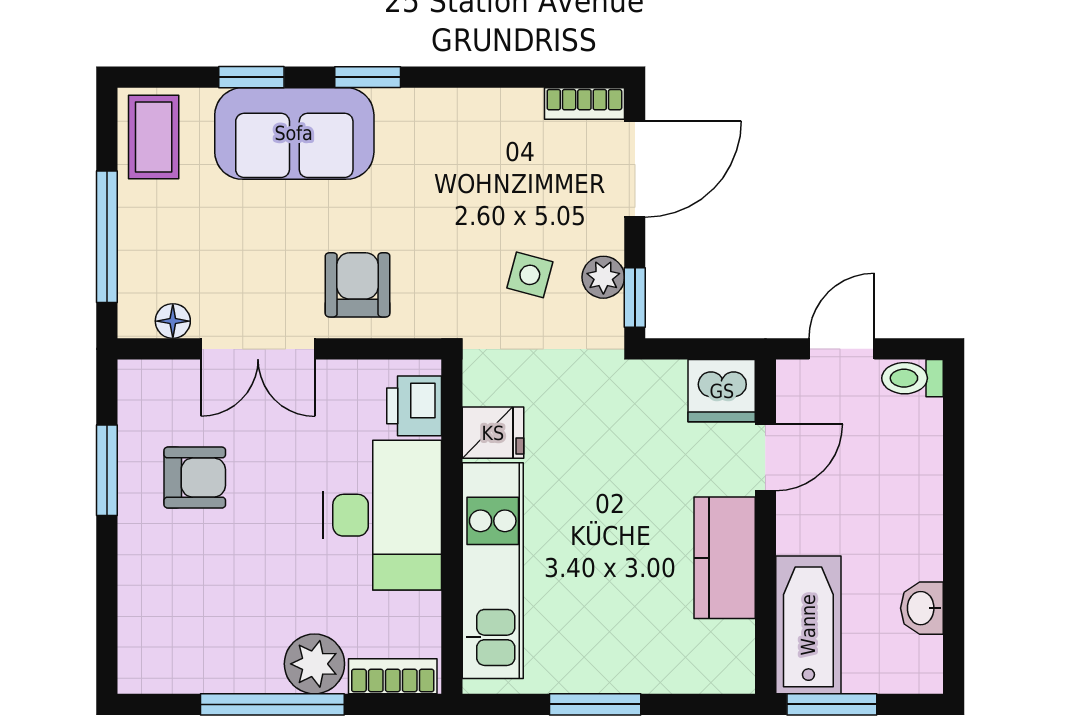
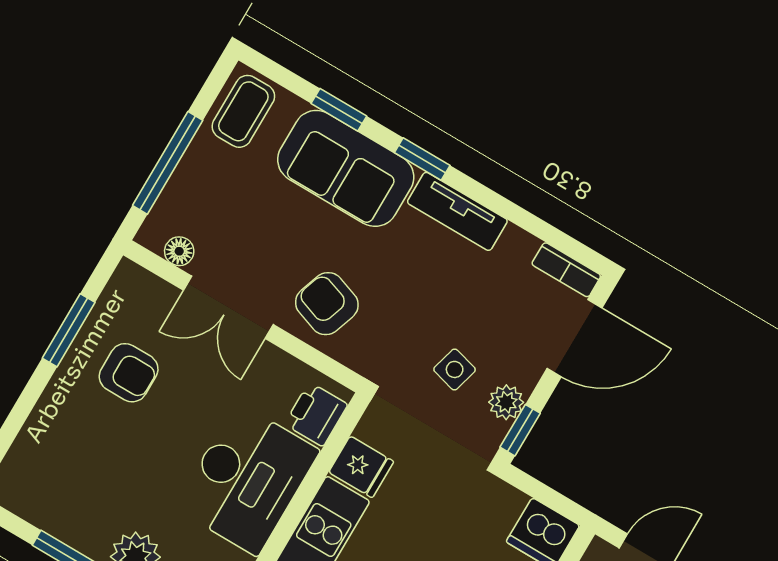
tv unit: (436, 110) -> (457, 211), added
armchair: (358, 285) -> (327, 304), turned -71

